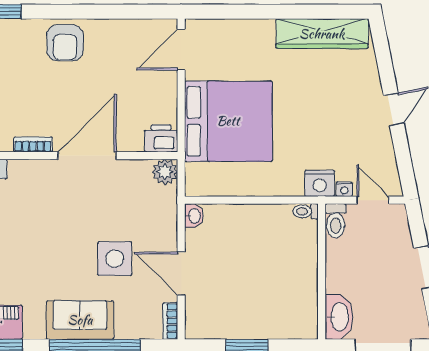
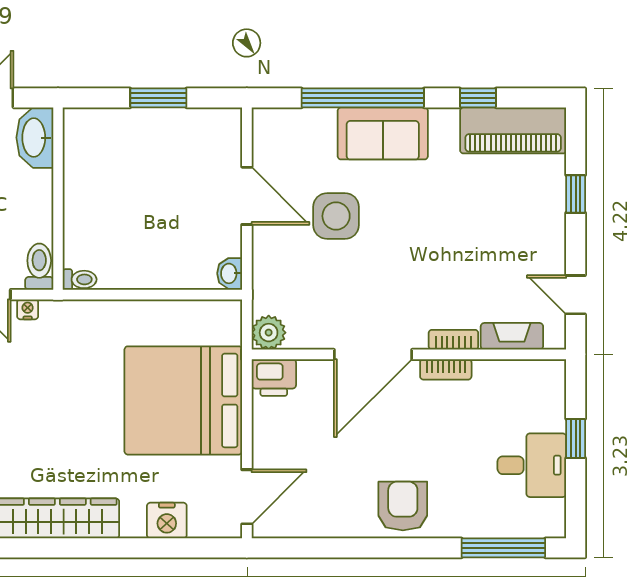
nightstand: (320, 183) -> (167, 521), moved, turned 180
bookcase: (170, 321) -> (453, 340), moved, turned -90

